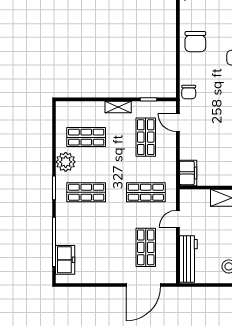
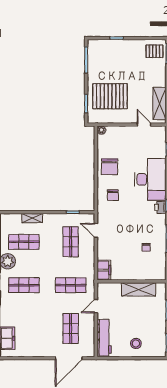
chair: (189, 92) -> (113, 195), moved
shelving: (118, 107) -> (32, 218), moved

